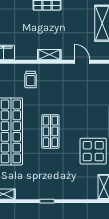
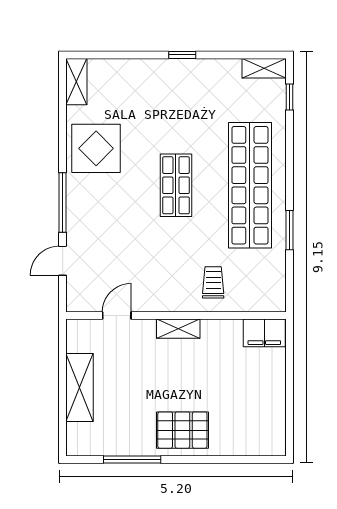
door: (82, 62) -> (117, 316), swing flipped

